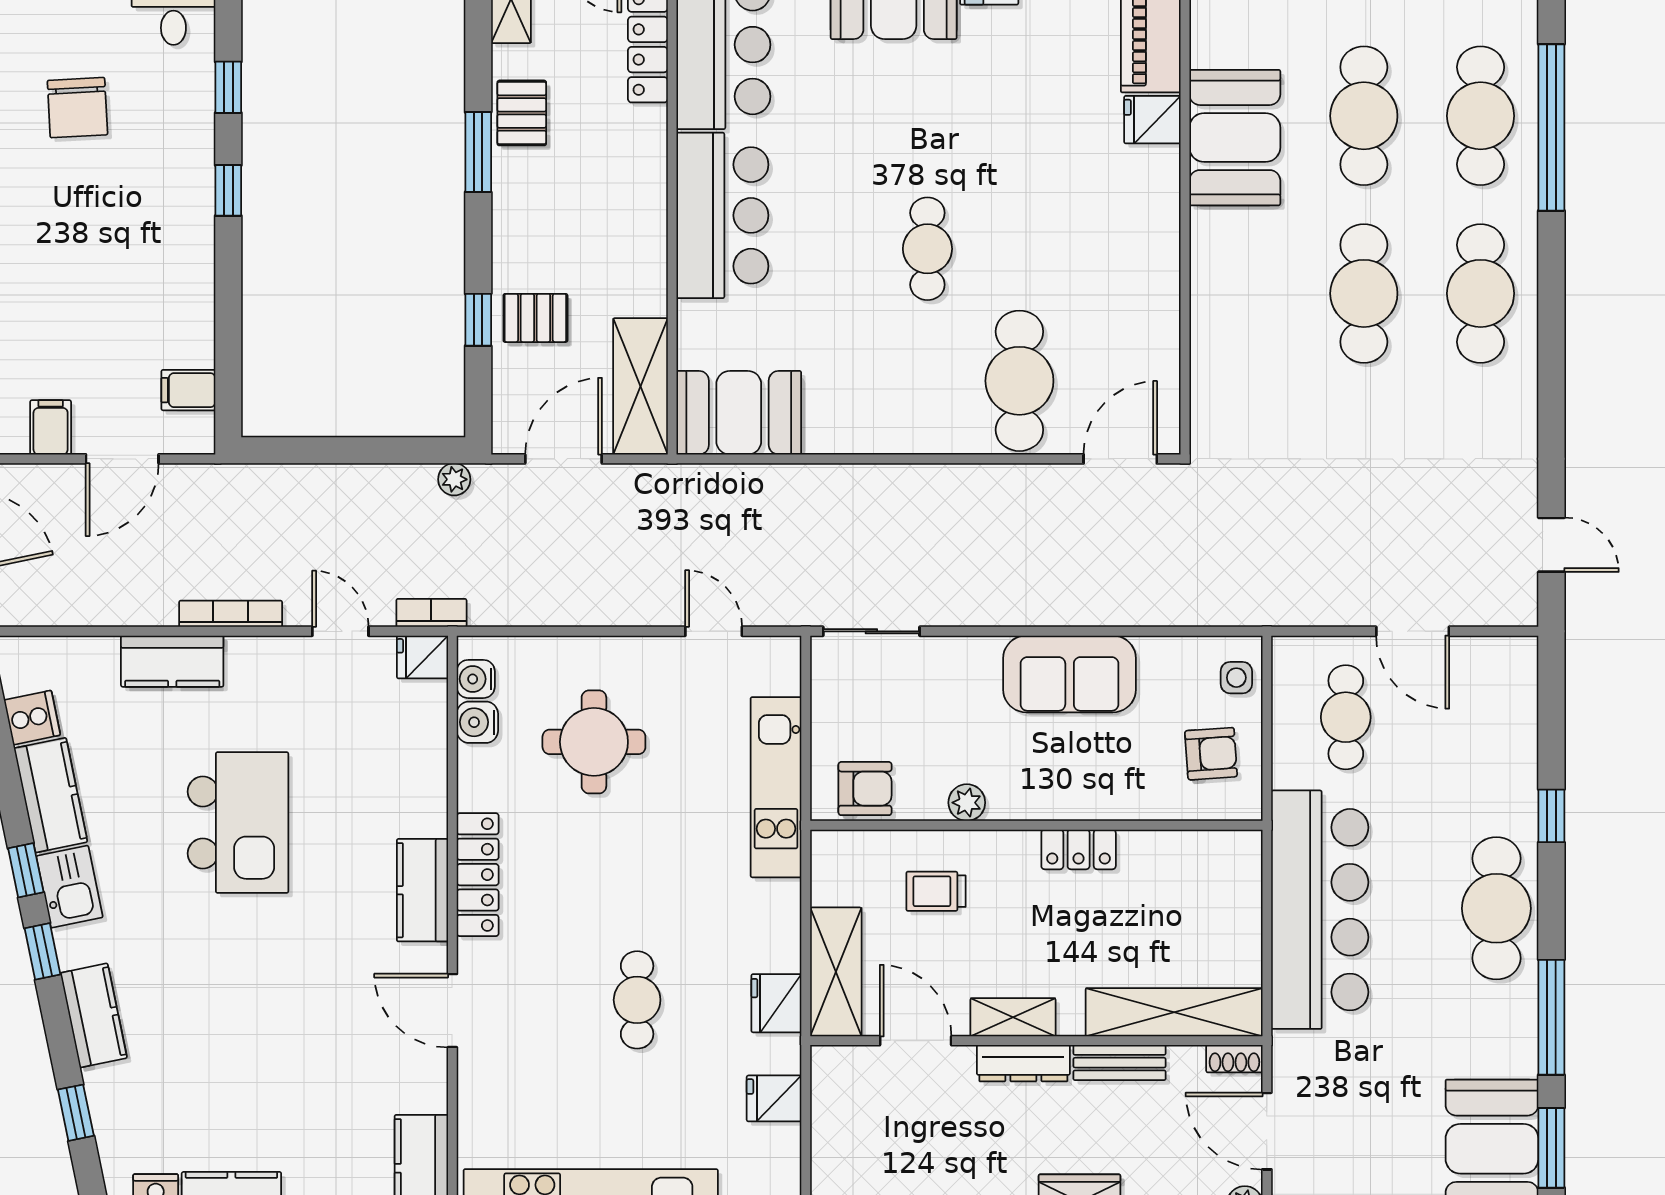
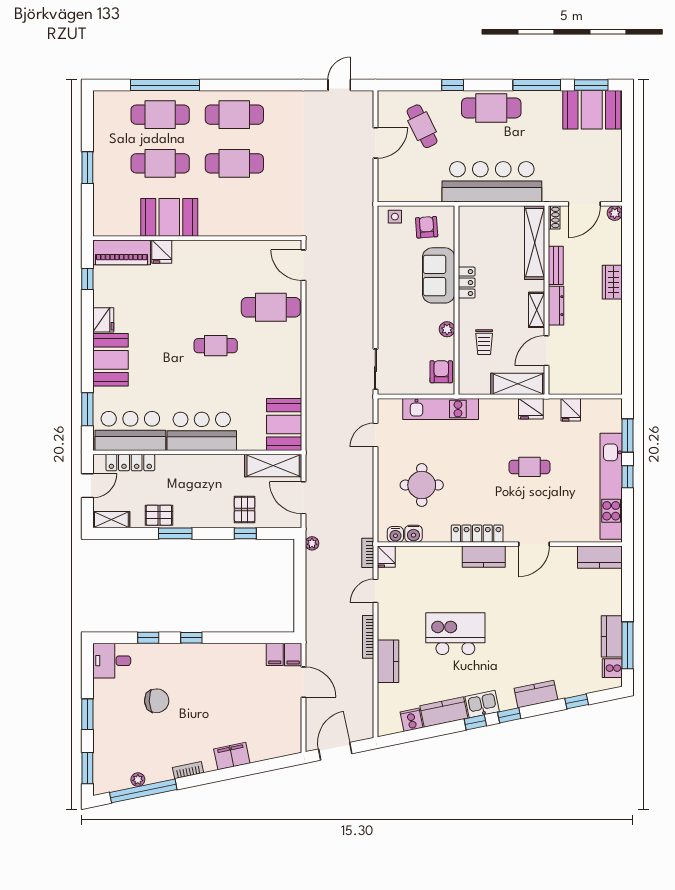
filing cabinet: (51, 427) -> (293, 655), moved, turned -90
sofa: (1070, 674) -> (439, 275), moved, turned 180
cafe table: (1346, 717) -> (422, 126), moved, turned 64

